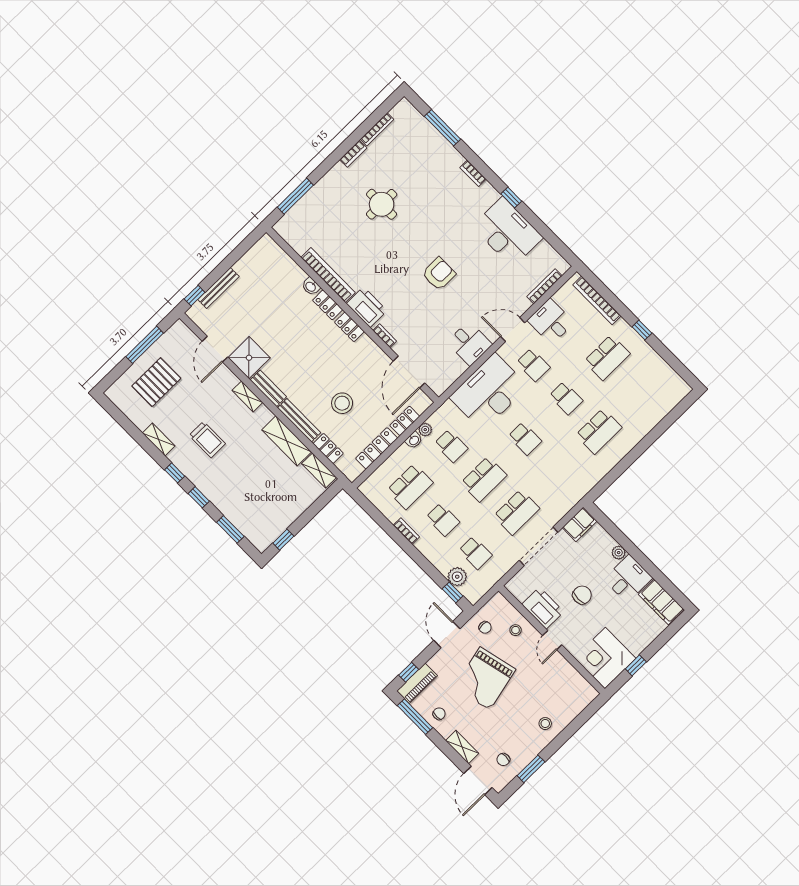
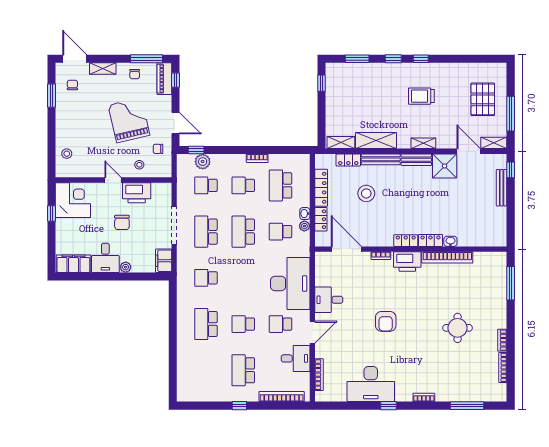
shelving: (159, 439) -> (494, 143), moved
school desk: (525, 439) -> (206, 278), moved
stool: (545, 724) -> (67, 154), moved

